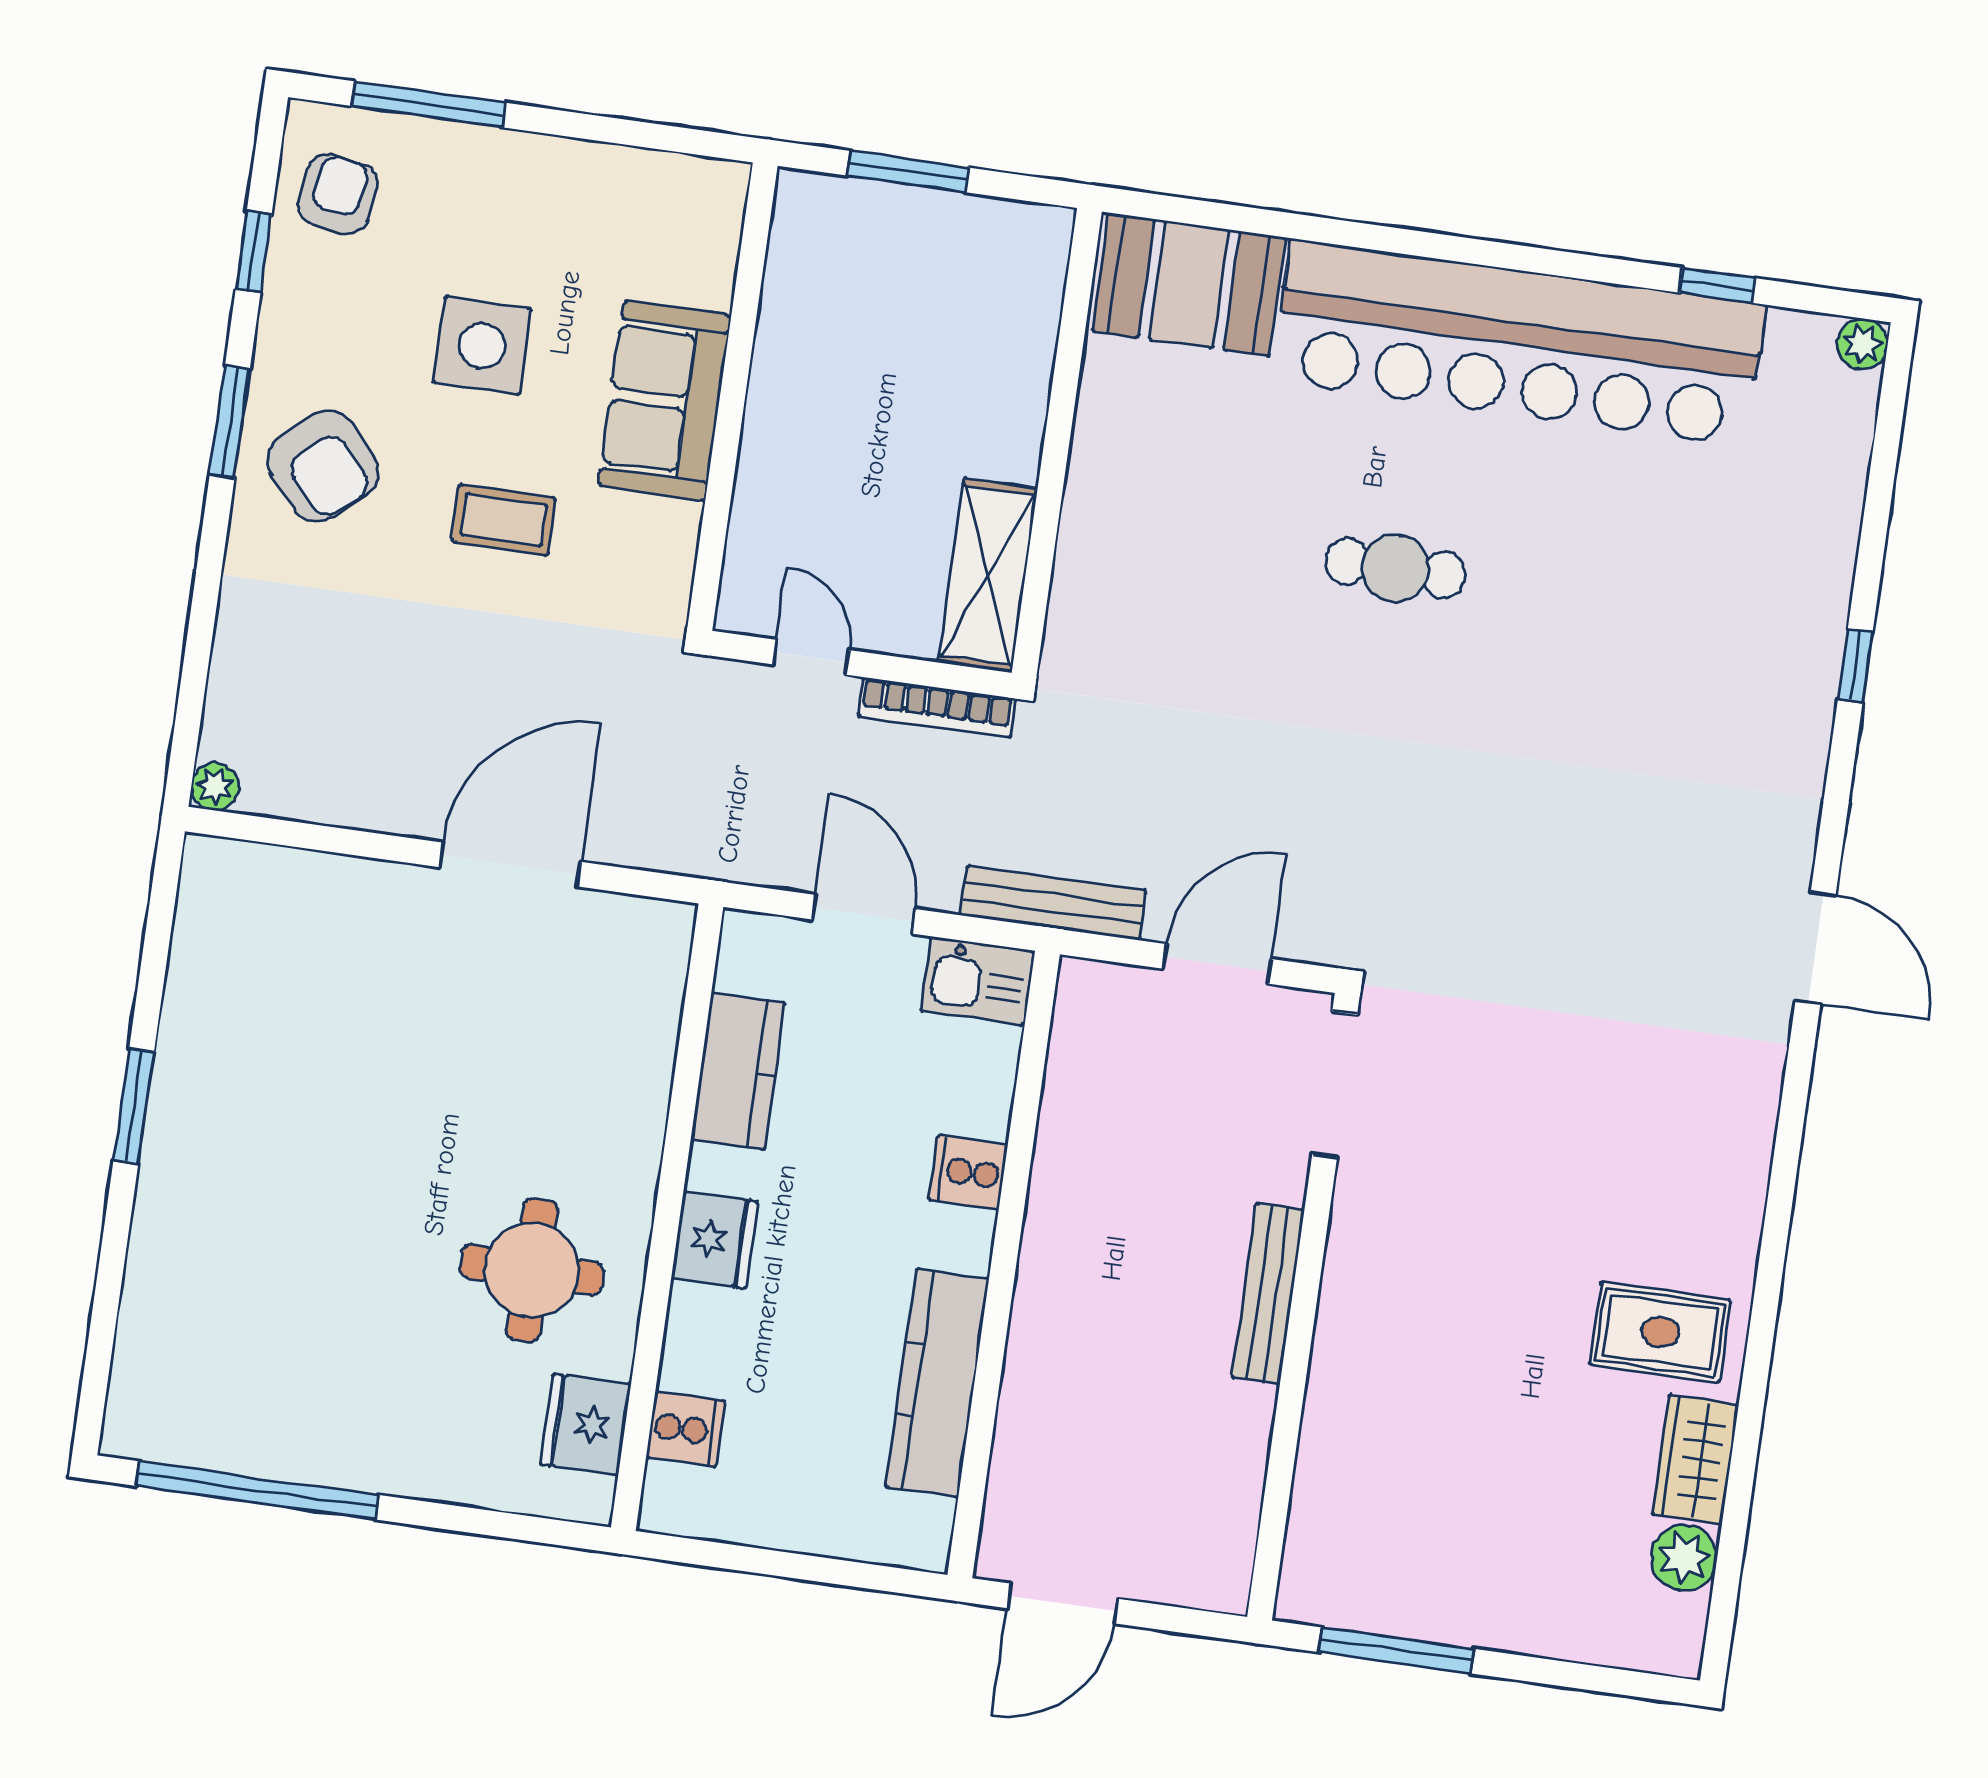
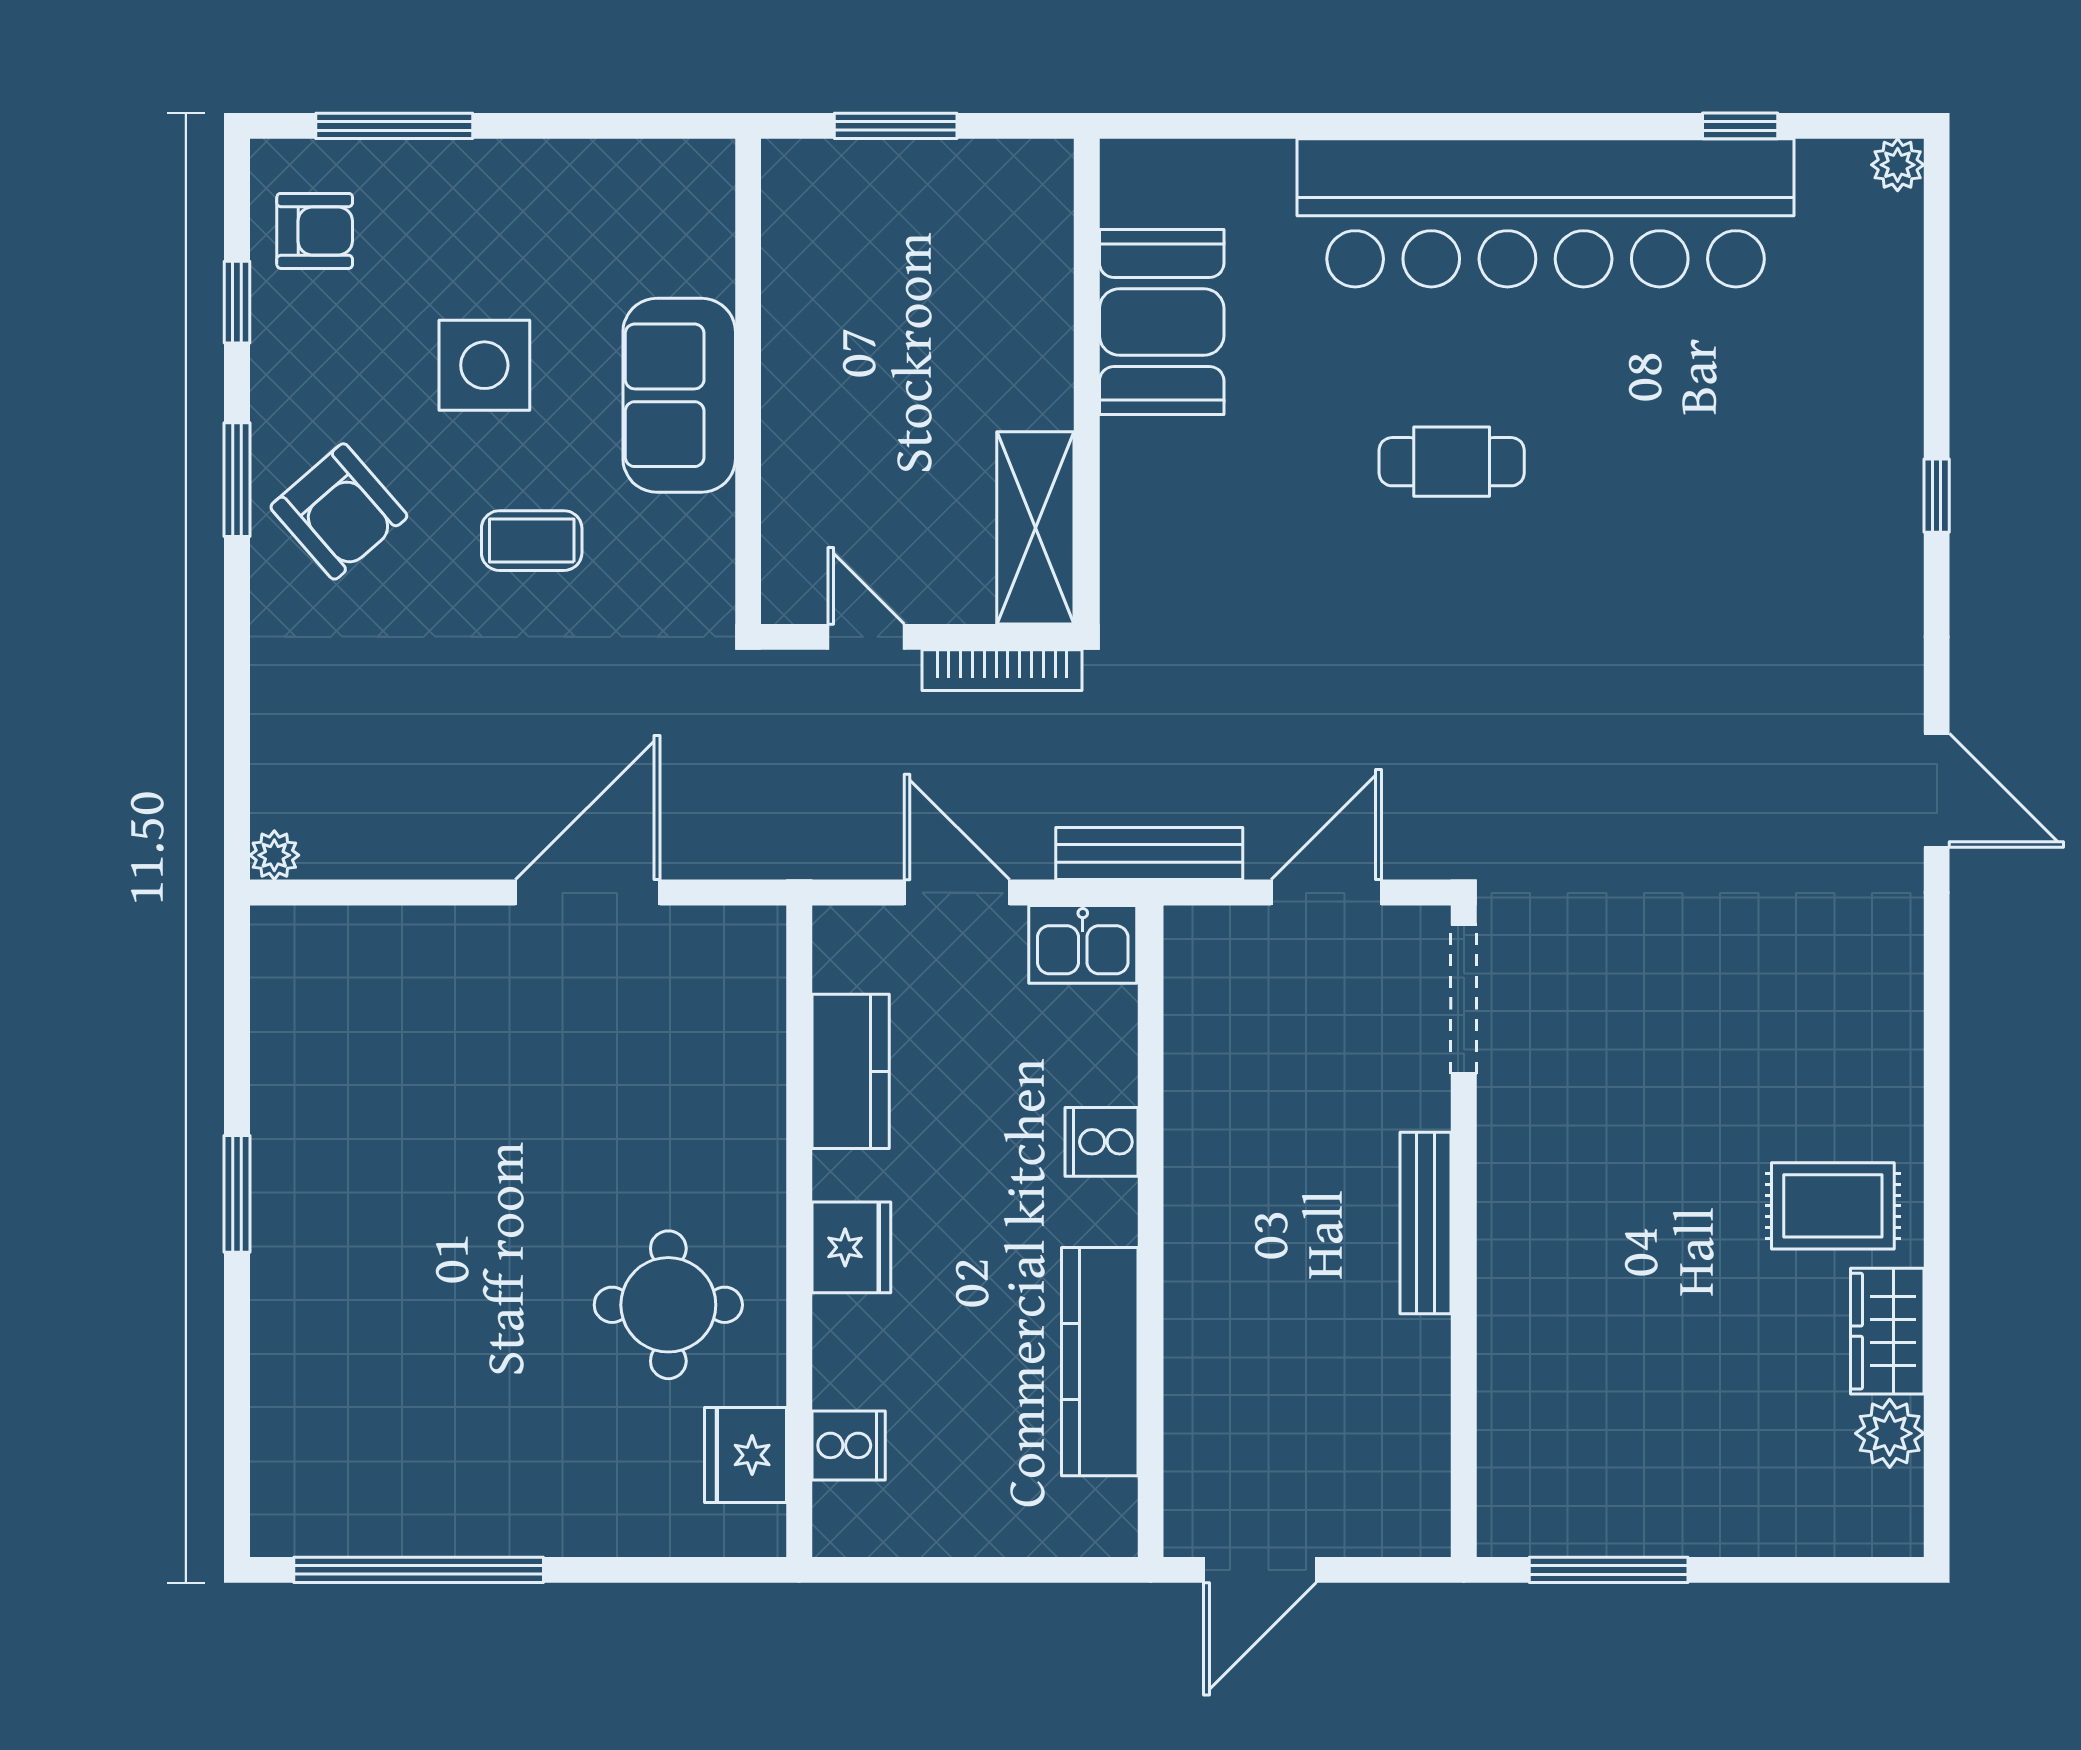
armchair: (338, 194) -> (315, 231), turned 81
booth: (1189, 284) -> (1162, 322), moved, turned 90

